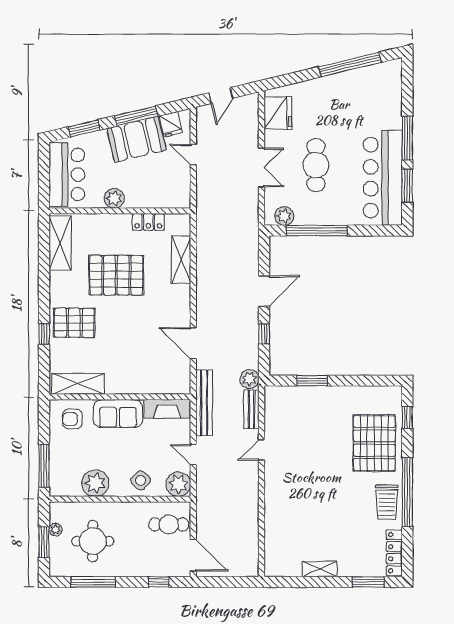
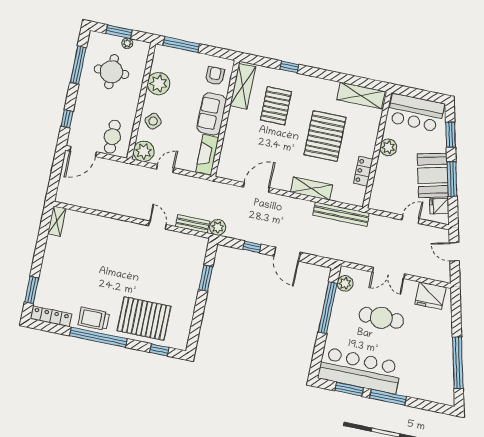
shelving: (181, 260) -> (311, 189), moved
pallet: (74, 323) -> (276, 106), moved
bench: (204, 403) -> (341, 214), moved
shelving: (320, 569) -> (57, 221), moved

